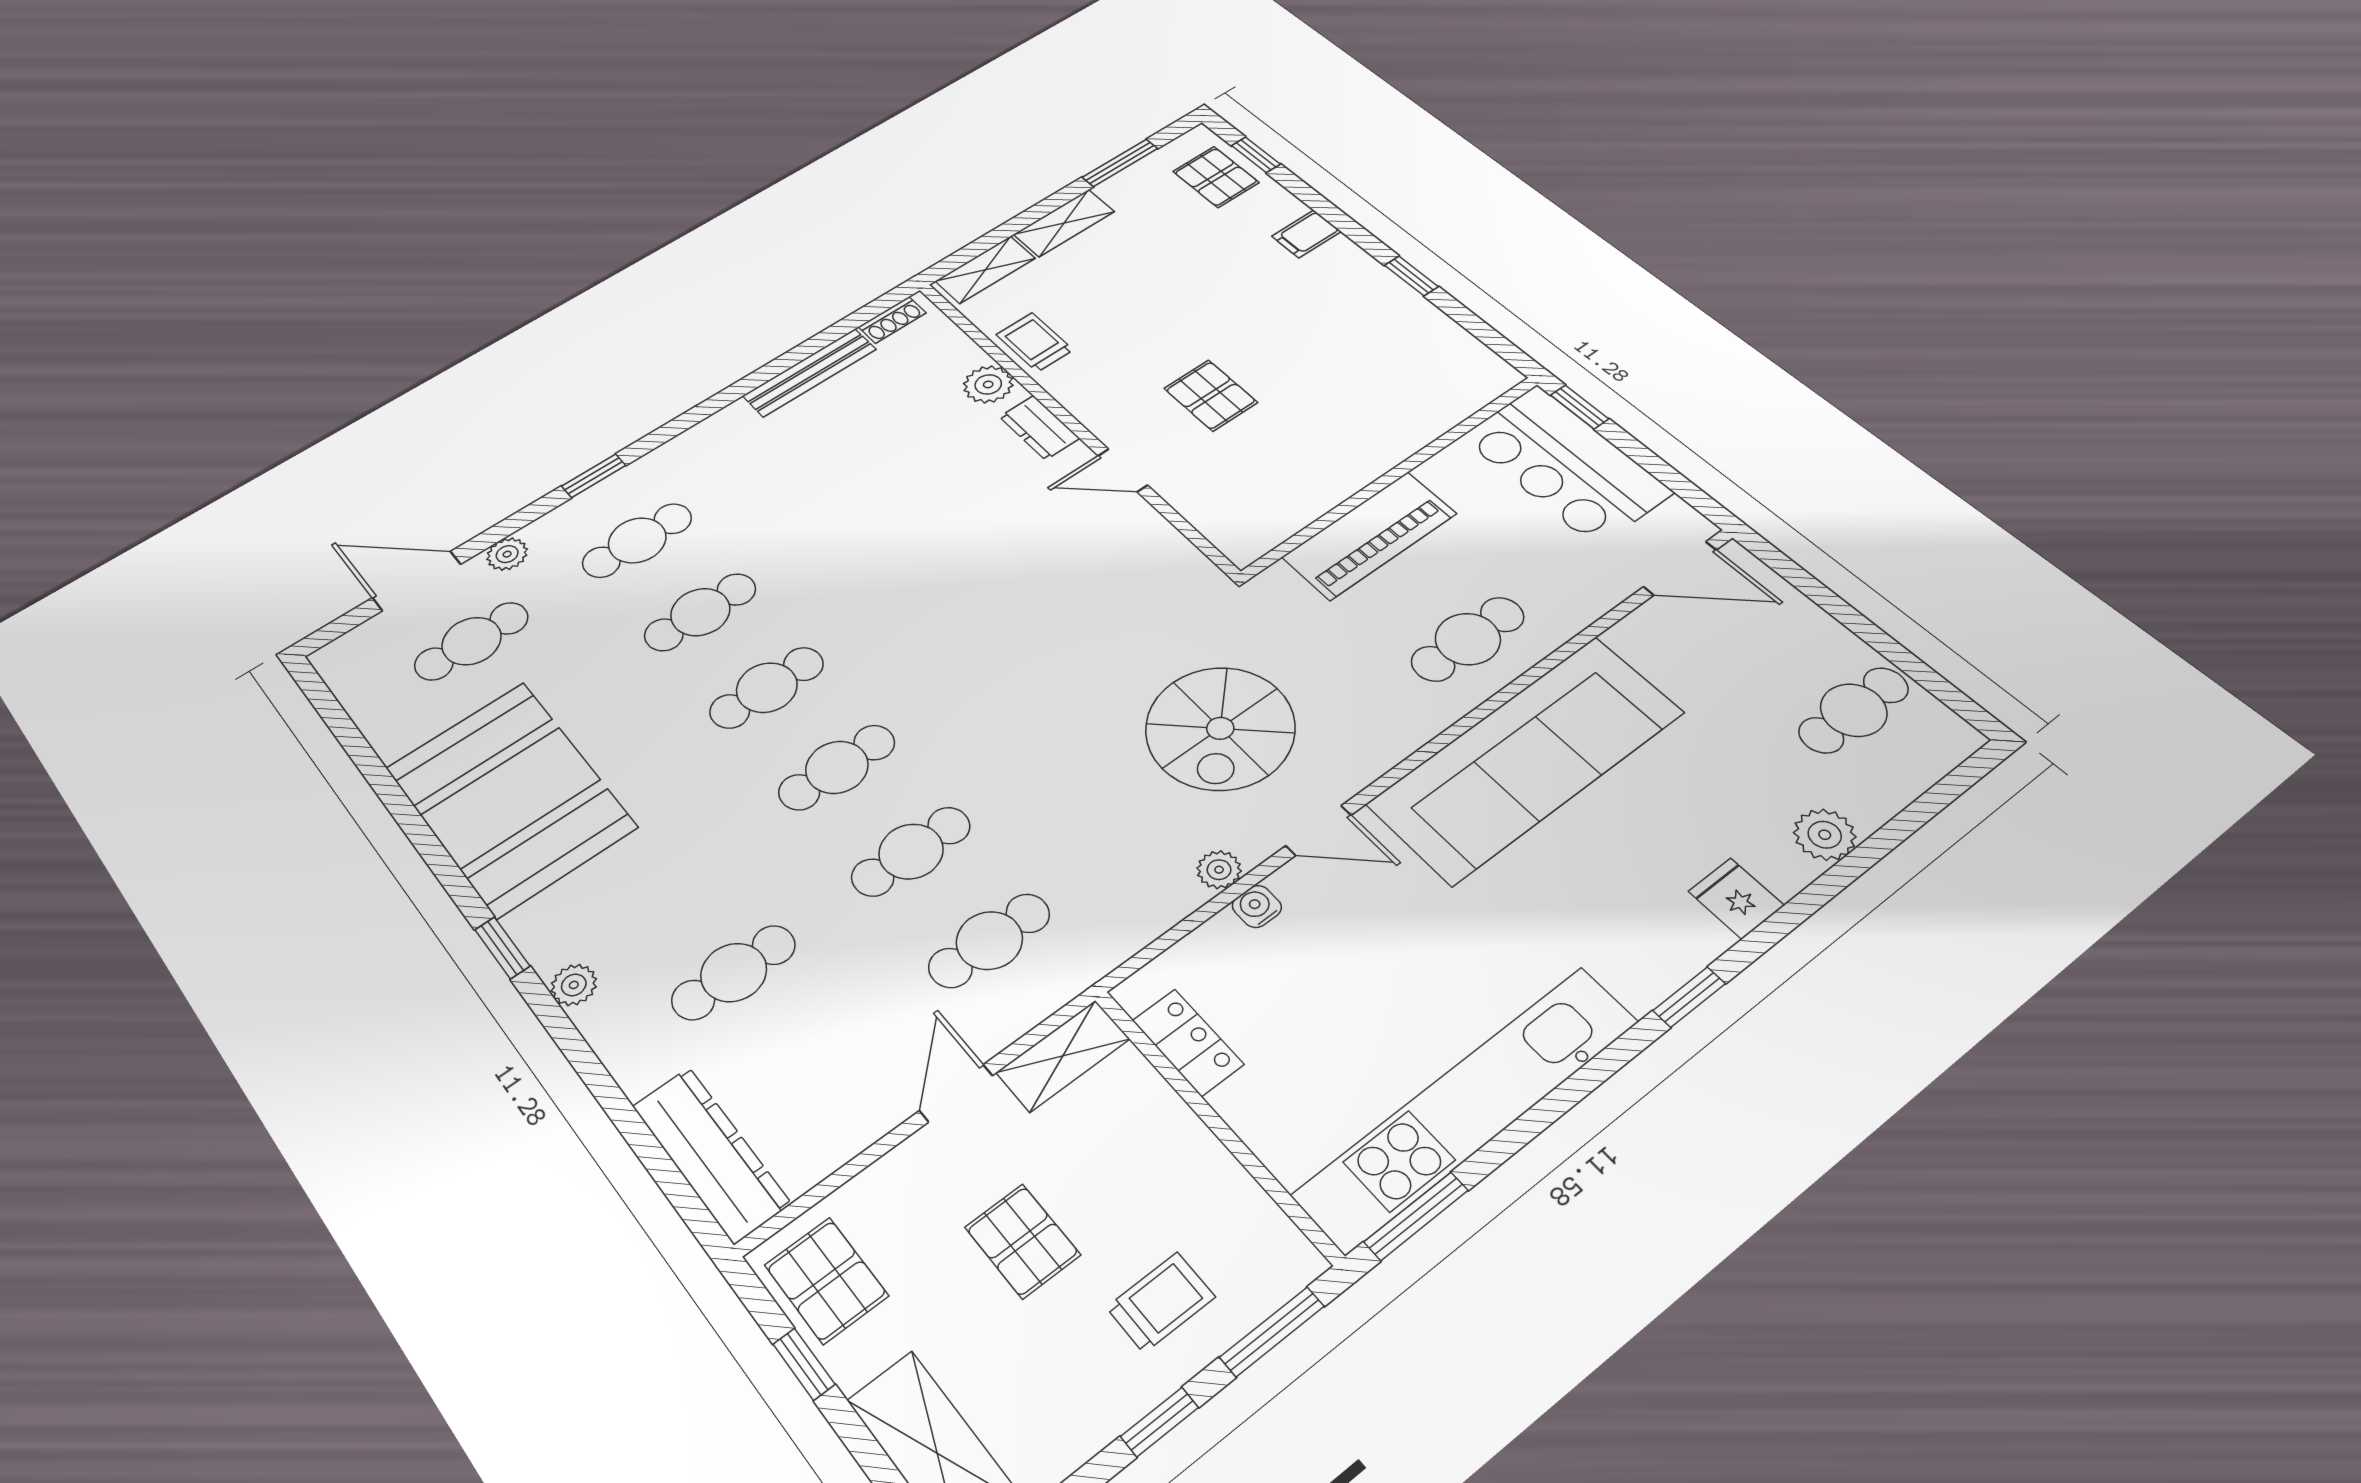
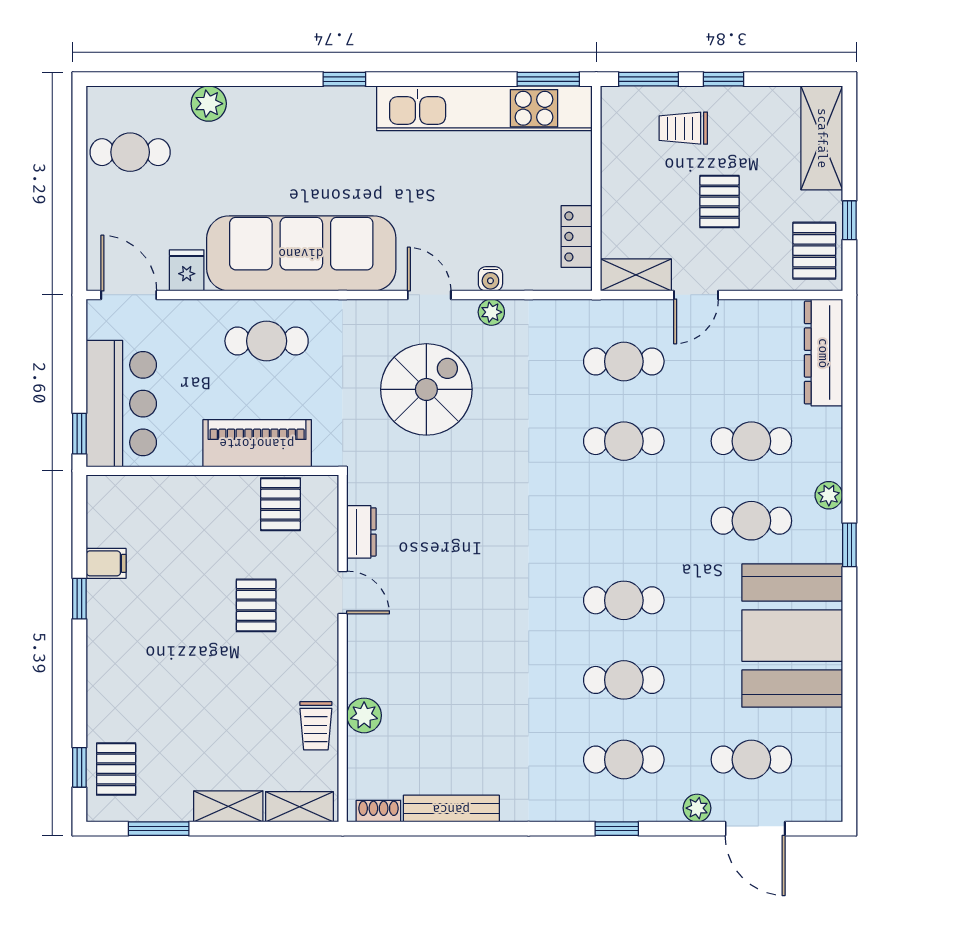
filing cabinet: (1306, 234) -> (106, 563), moved
dresser: (1039, 428) -> (361, 532), moved
pallet: (1280, 499) -> (280, 504), added
cafe table: (837, 767) -> (751, 521), moved
fridge: (1736, 898) -> (187, 270), moved, turned 180

